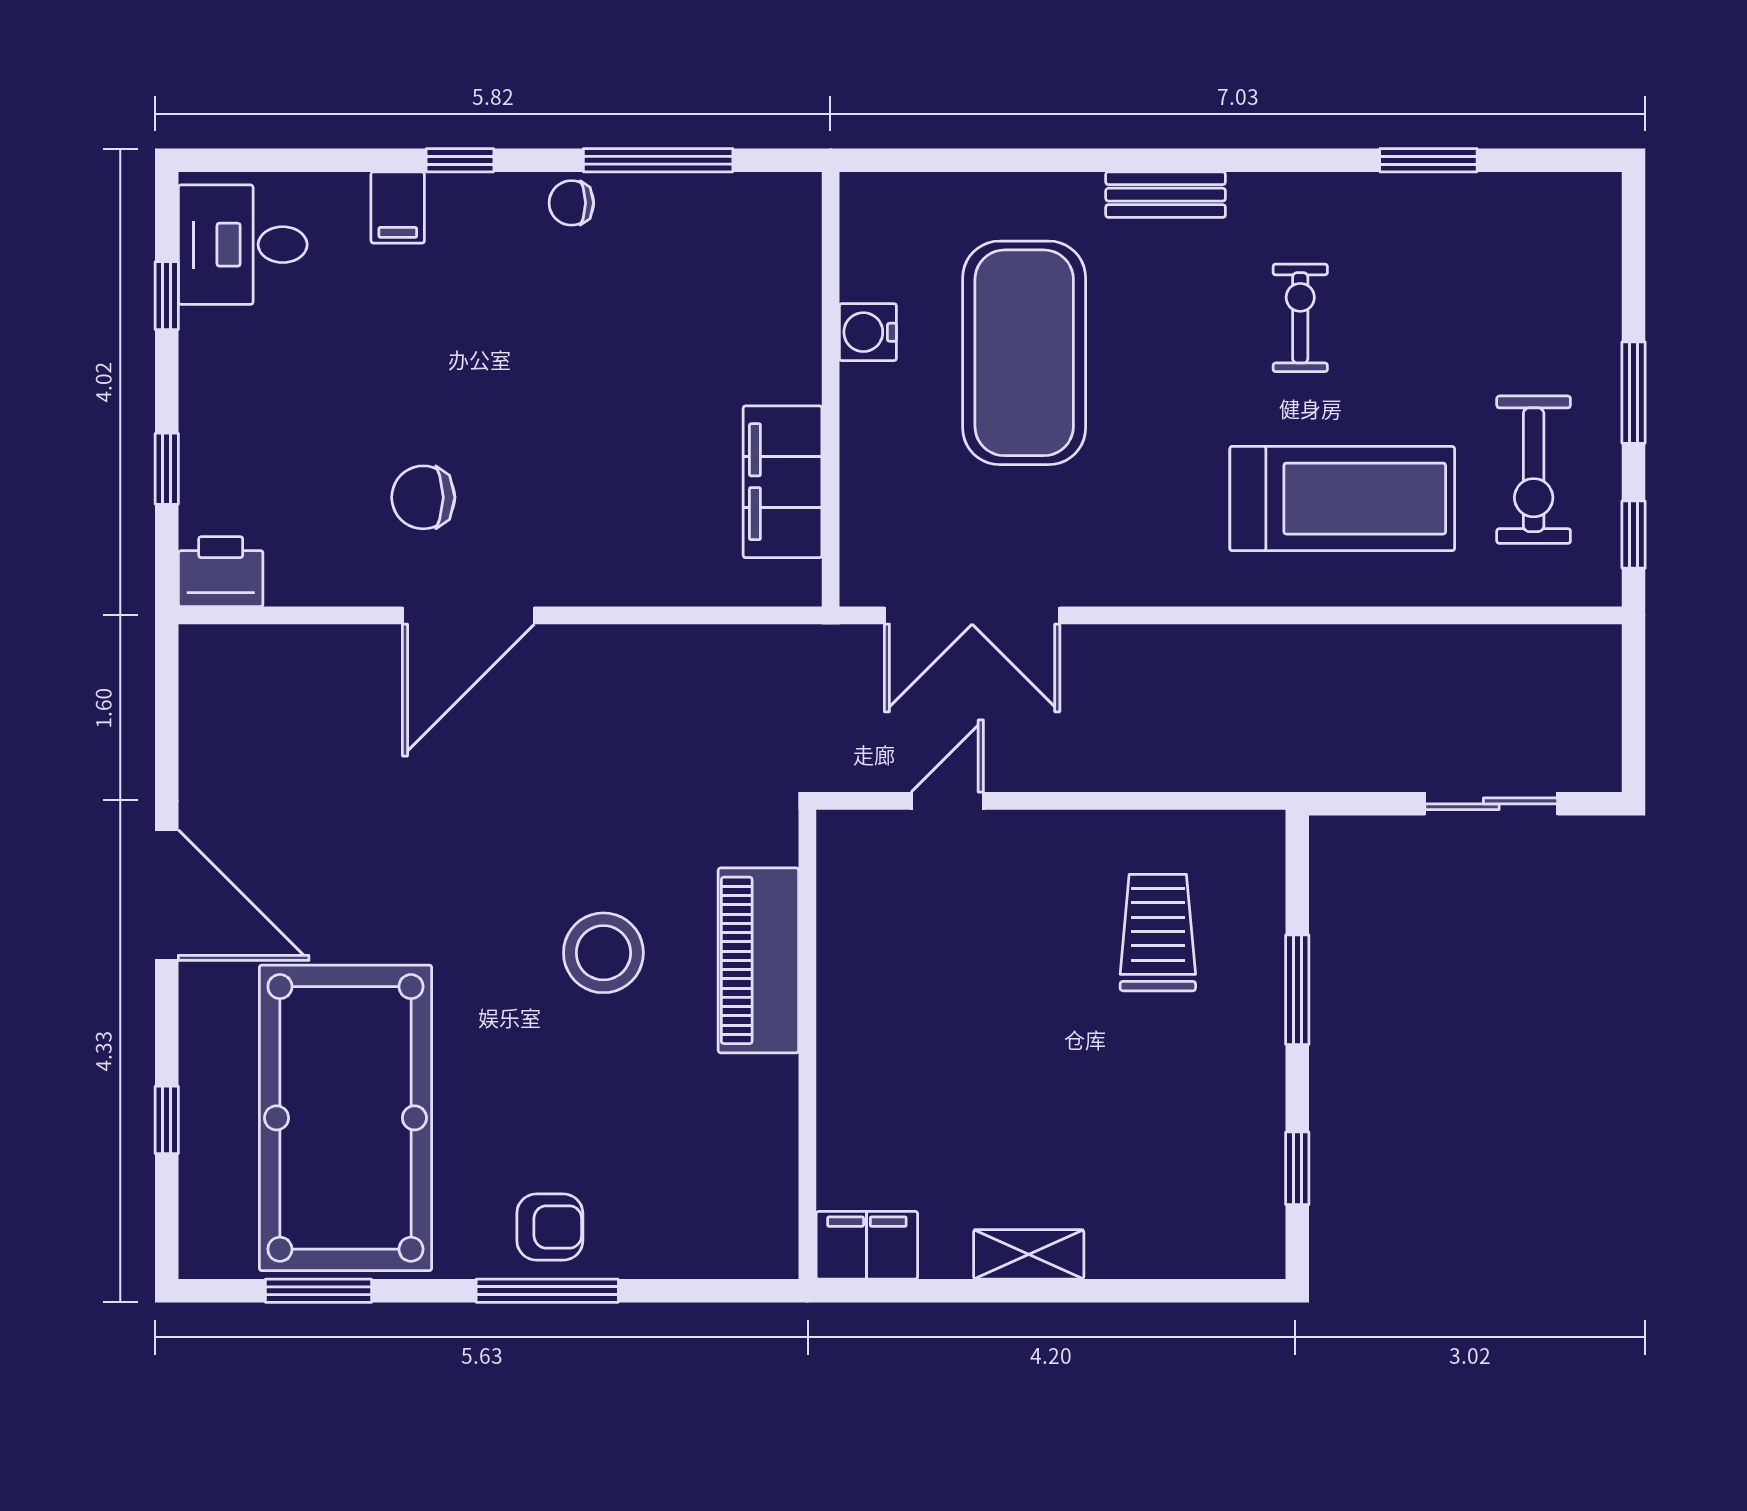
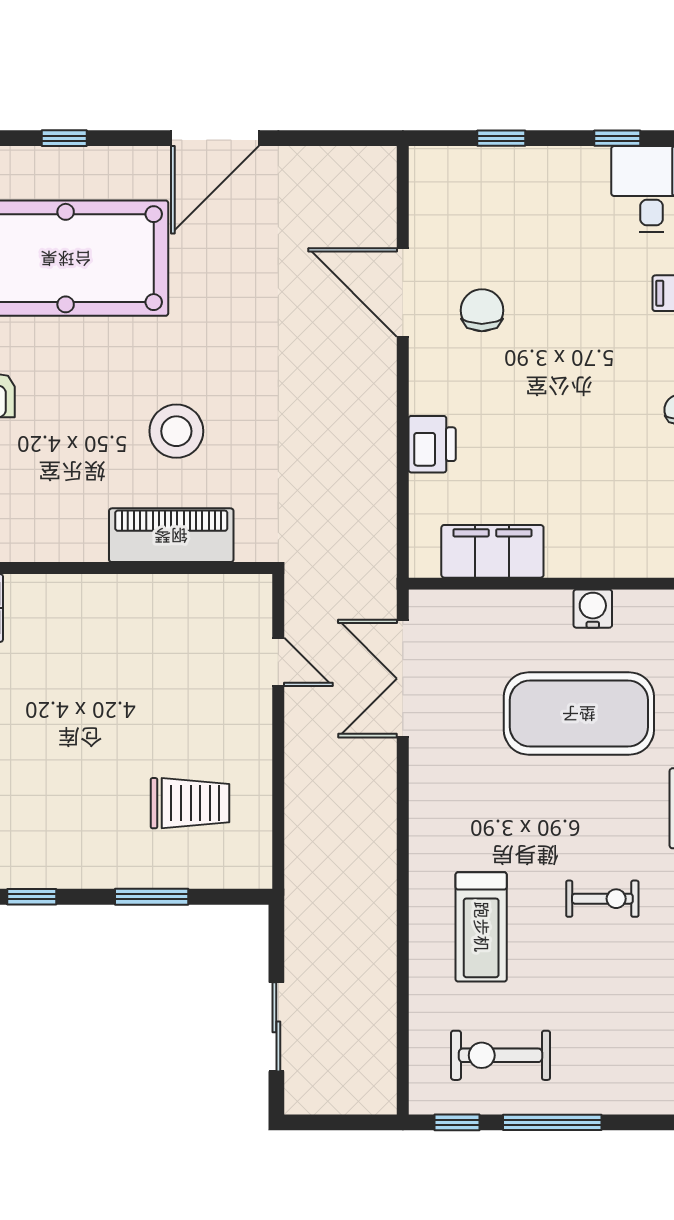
window: (1634, 393) -> (552, 1122), width x1.44
treadmill: (1342, 499) -> (481, 927), width x0.73, depth x0.73
printer: (221, 572) -> (432, 444), moved
door: (468, 615) -> (403, 292), moved

